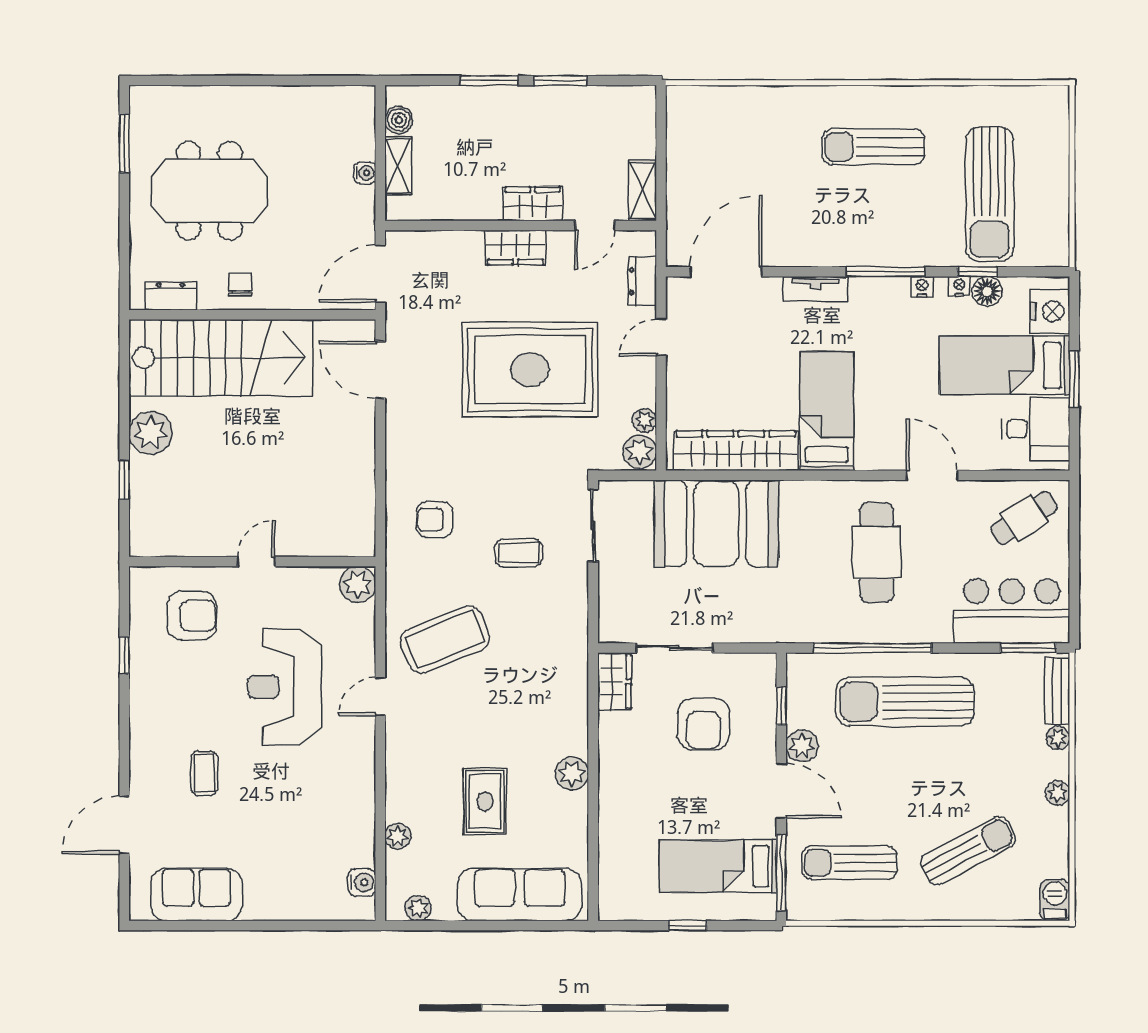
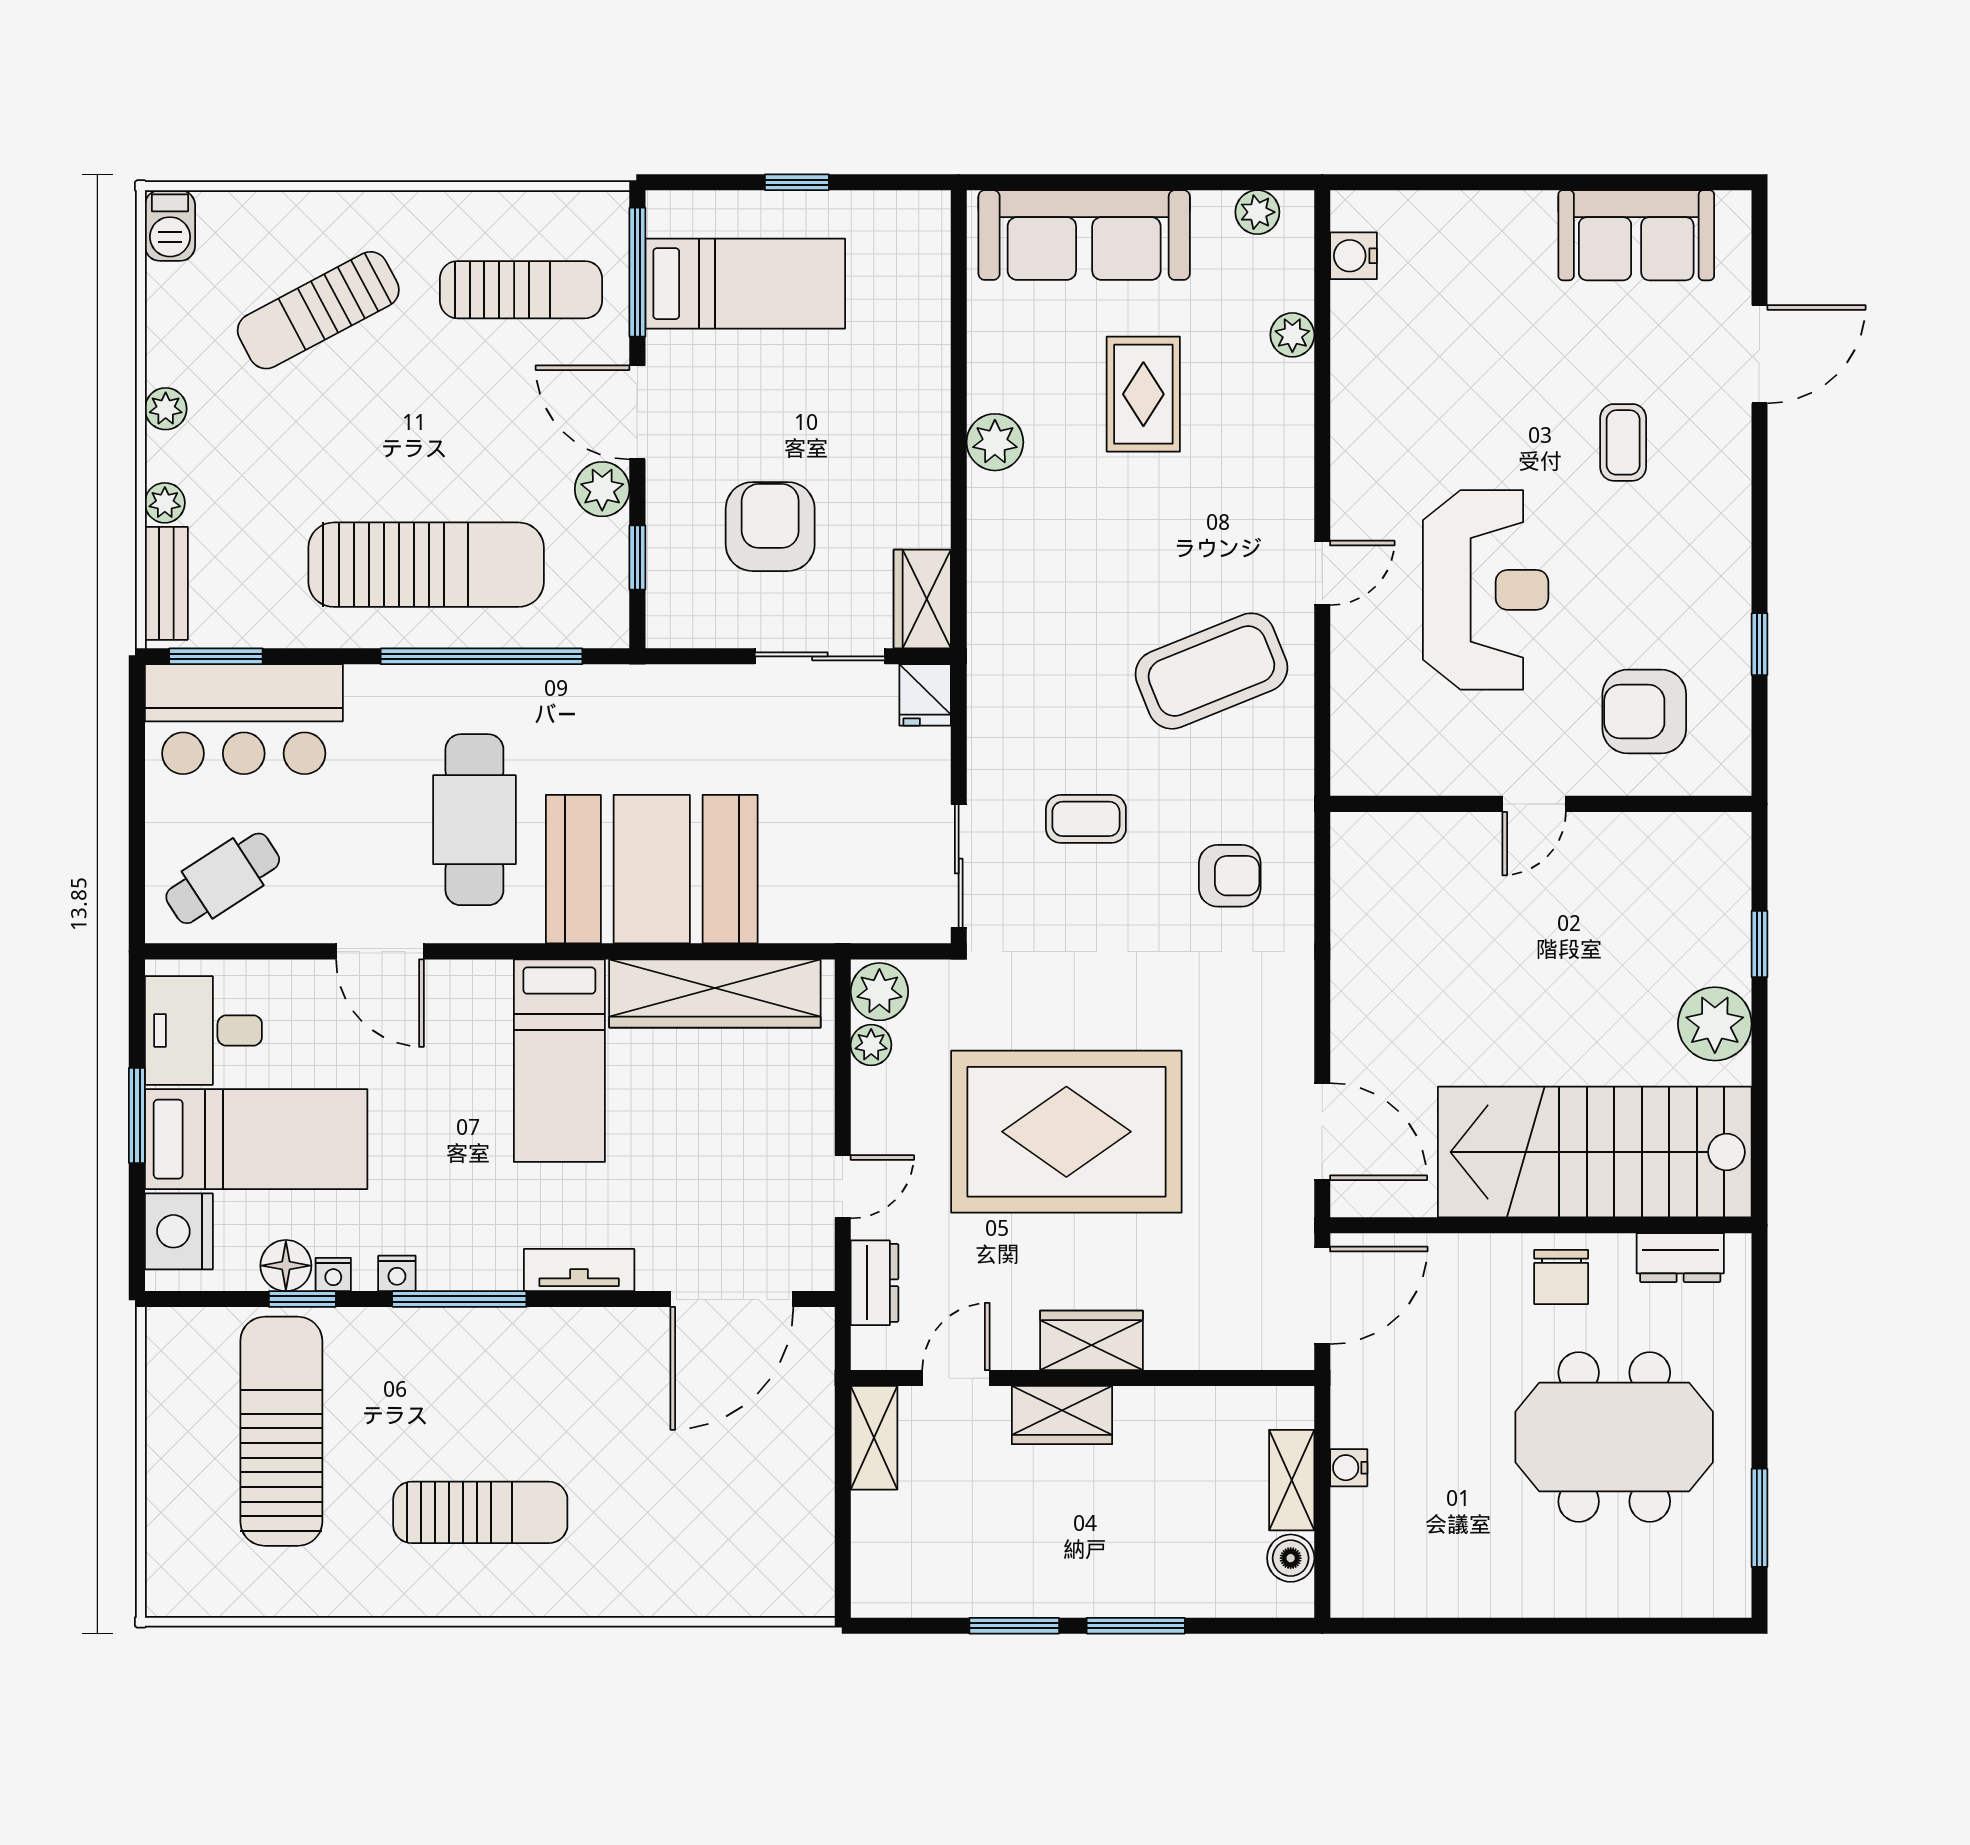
chair: (240, 285) -> (1561, 1277), width x1.37, depth x1.37
booth: (716, 523) -> (652, 869), moved
plant: (358, 584) -> (1361, 765), removed
fridge: (613, 625) -> (925, 695), added

